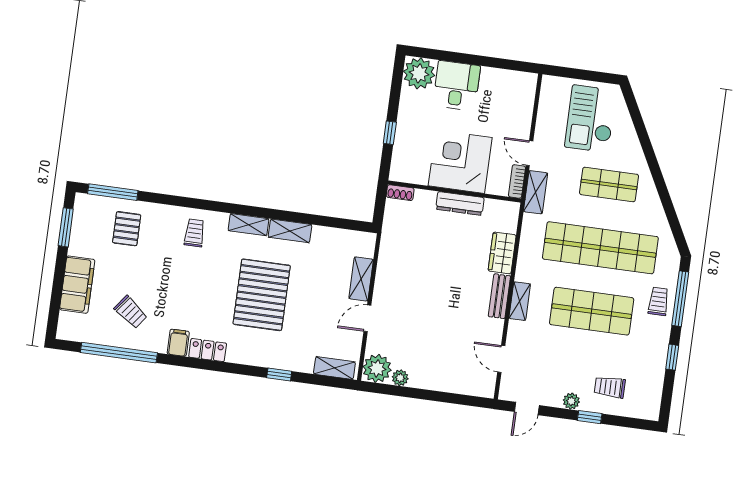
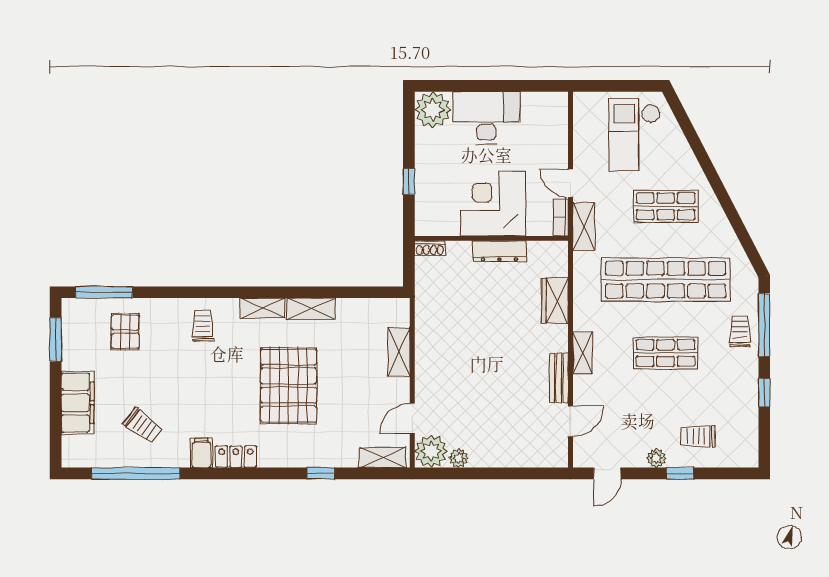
desk: (457, 86) -> (486, 118), width x1.37
bench: (499, 296) -> (559, 378), moved
shop shelf: (592, 311) -> (666, 353), width x0.70, depth x0.74
door: (367, 318) -> (412, 418), moved
door: (501, 359) -> (570, 421), swing flipped

